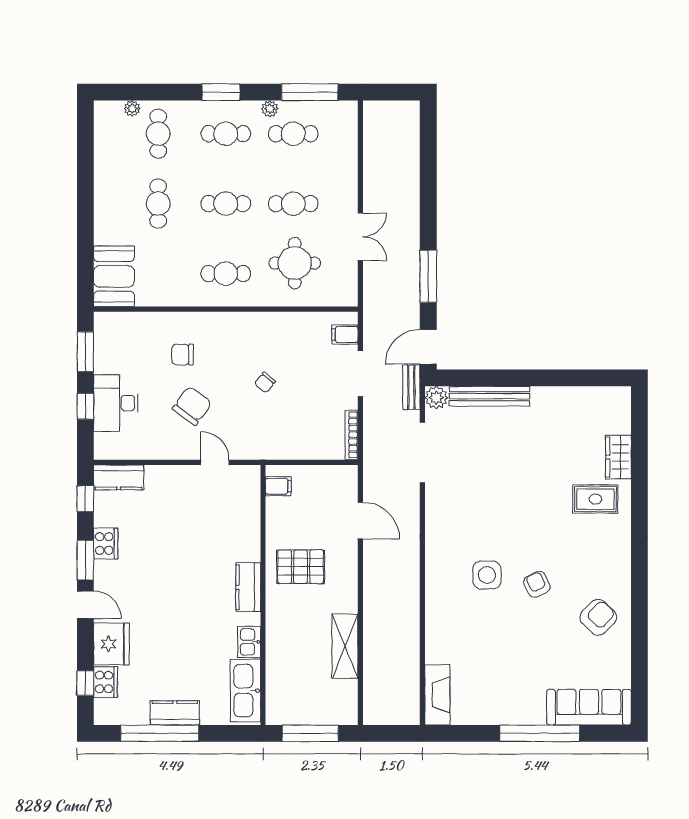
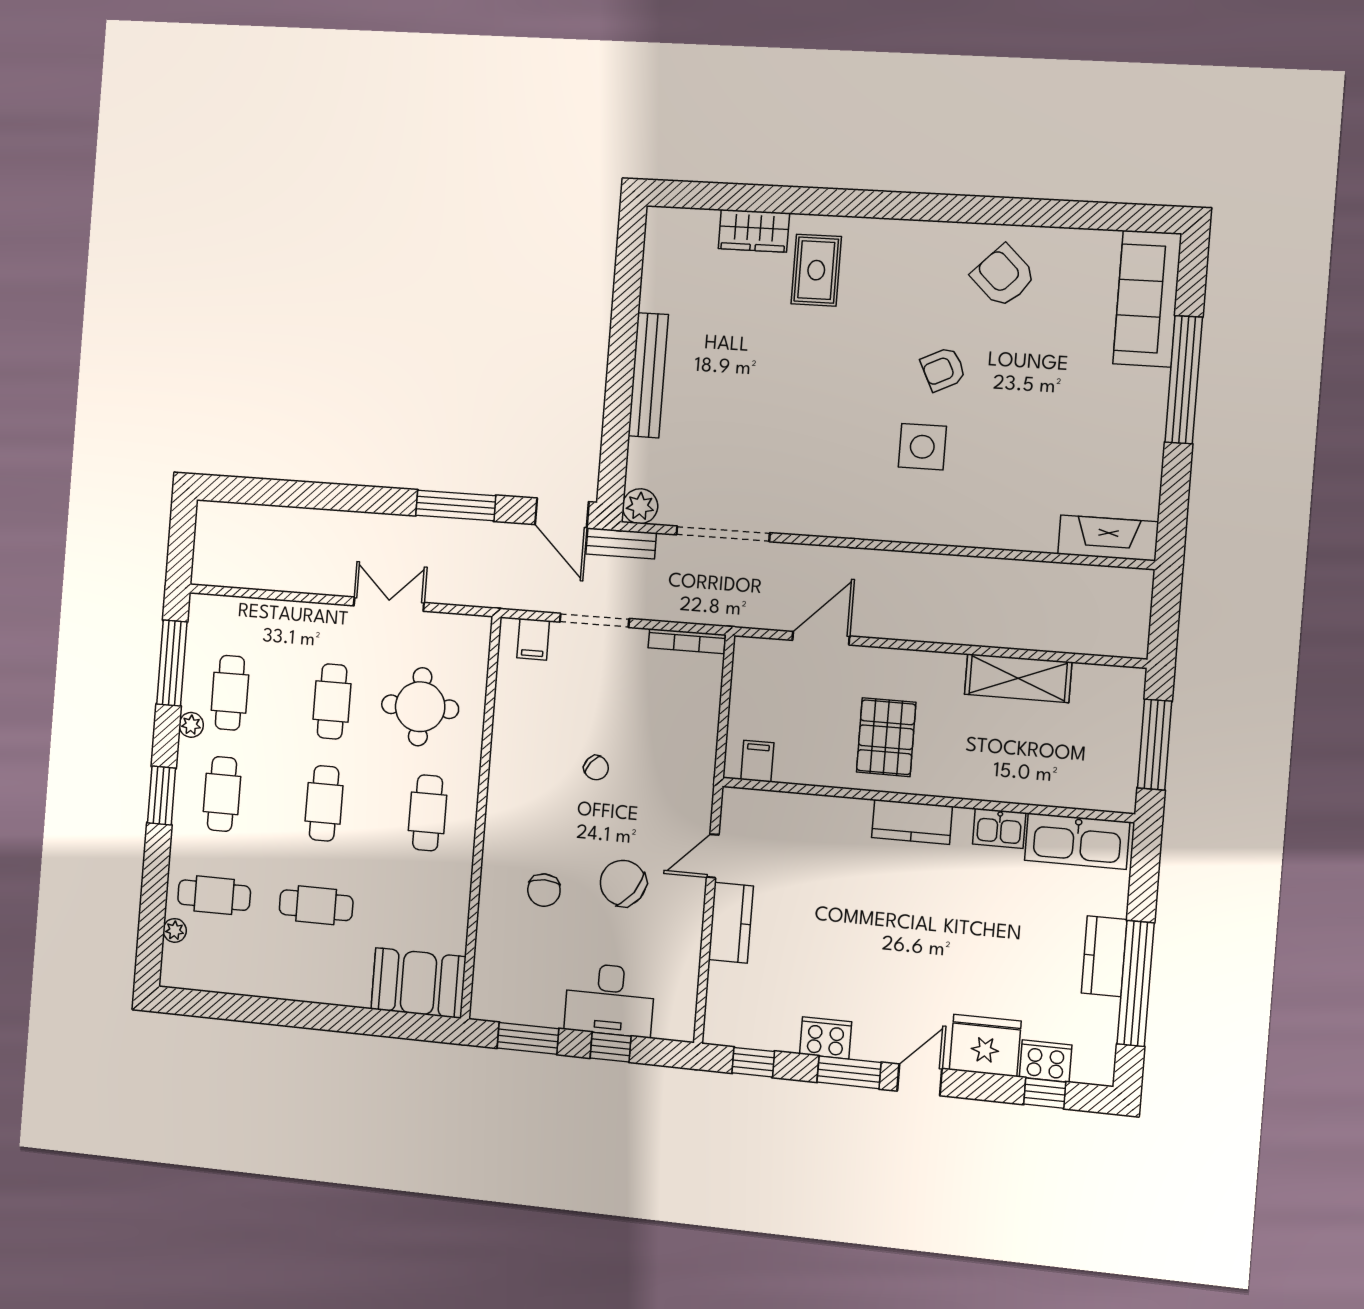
bench: (490, 396) -> (648, 375), moved
kitchen counter: (119, 477) -> (731, 923), moved

